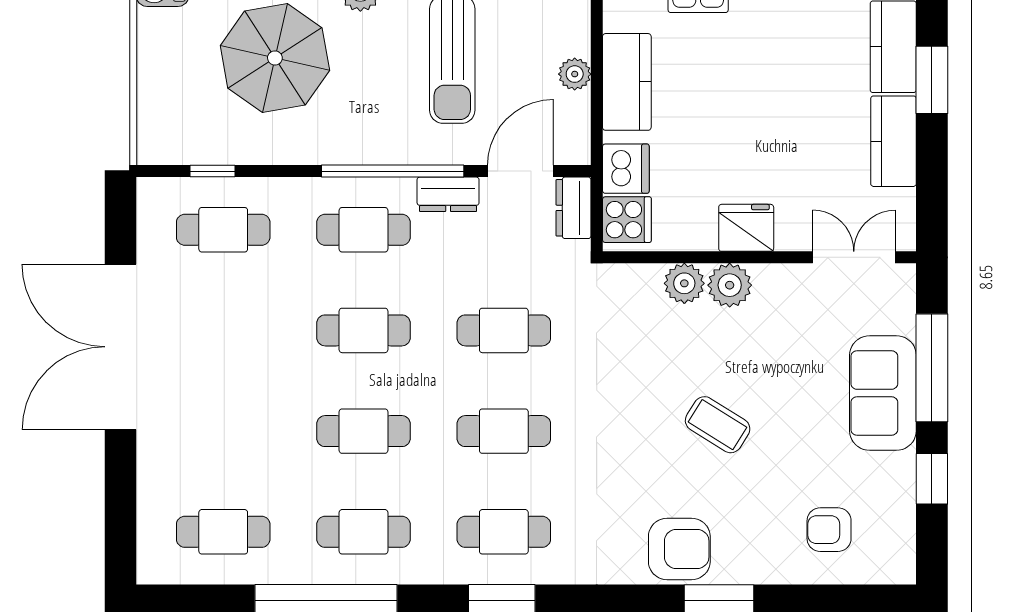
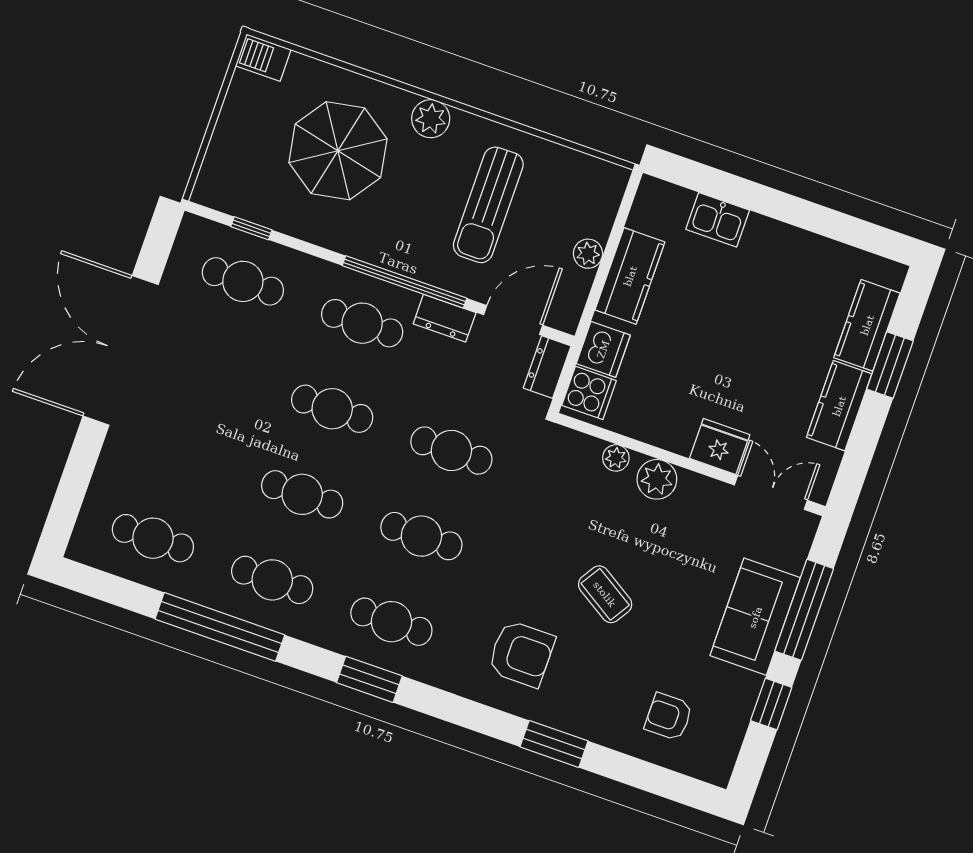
fridge: (746, 228) -> (720, 447), moved
plant: (684, 283) -> (616, 458), width x0.73, depth x0.73
armchair: (679, 549) -> (521, 654), moved

